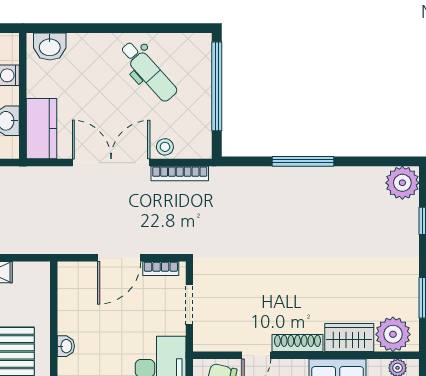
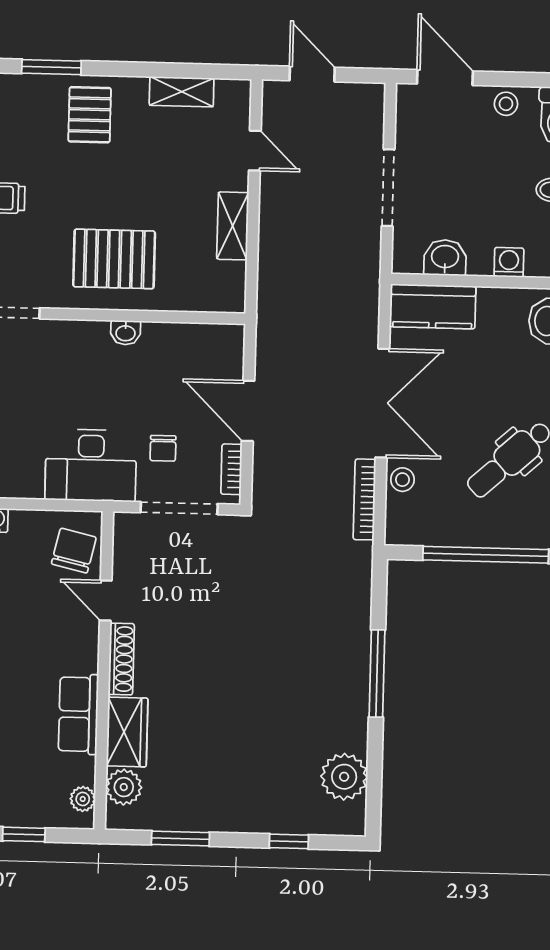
plant: (402, 183) -> (344, 777), moved
doorway: (189, 305) -> (179, 508), width x1.38
chair: (147, 317) -> (163, 448), added
plant: (393, 334) -> (124, 787), width x0.73, depth x0.73

